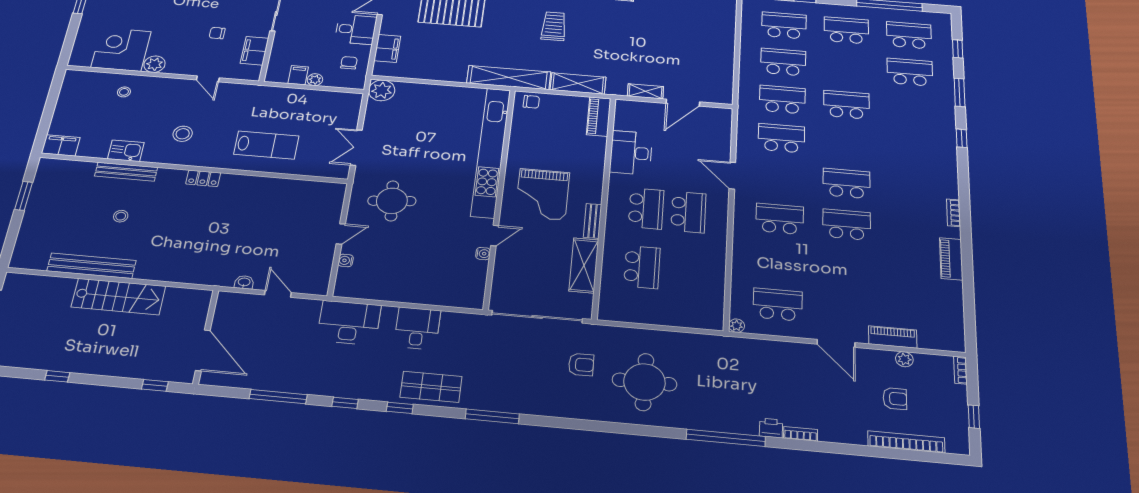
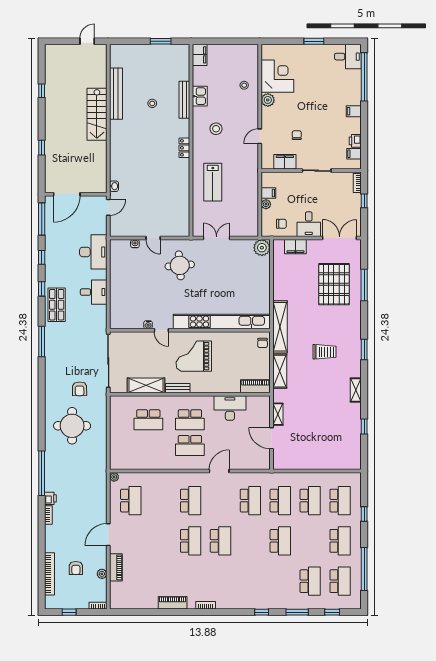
wall: (206, 337) -> (76, 194), moved
door: (203, 350) -> (67, 194), moved

